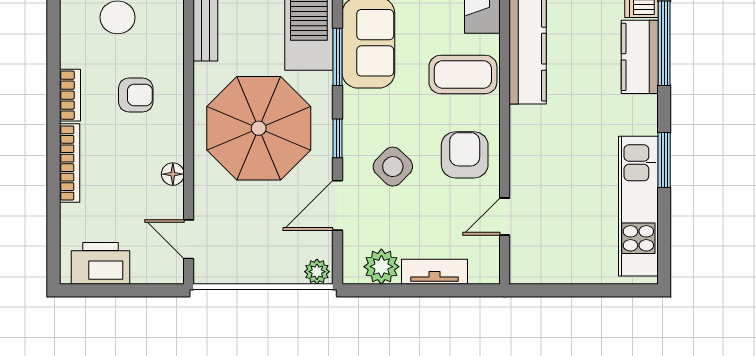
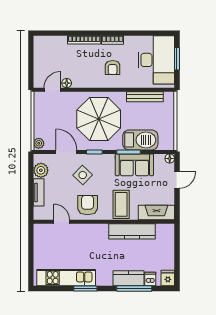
armchair: (465, 155) -> (88, 205), turned -90
floor lamp: (173, 174) -> (67, 83), moved
printer: (101, 263) -> (42, 53), removed

